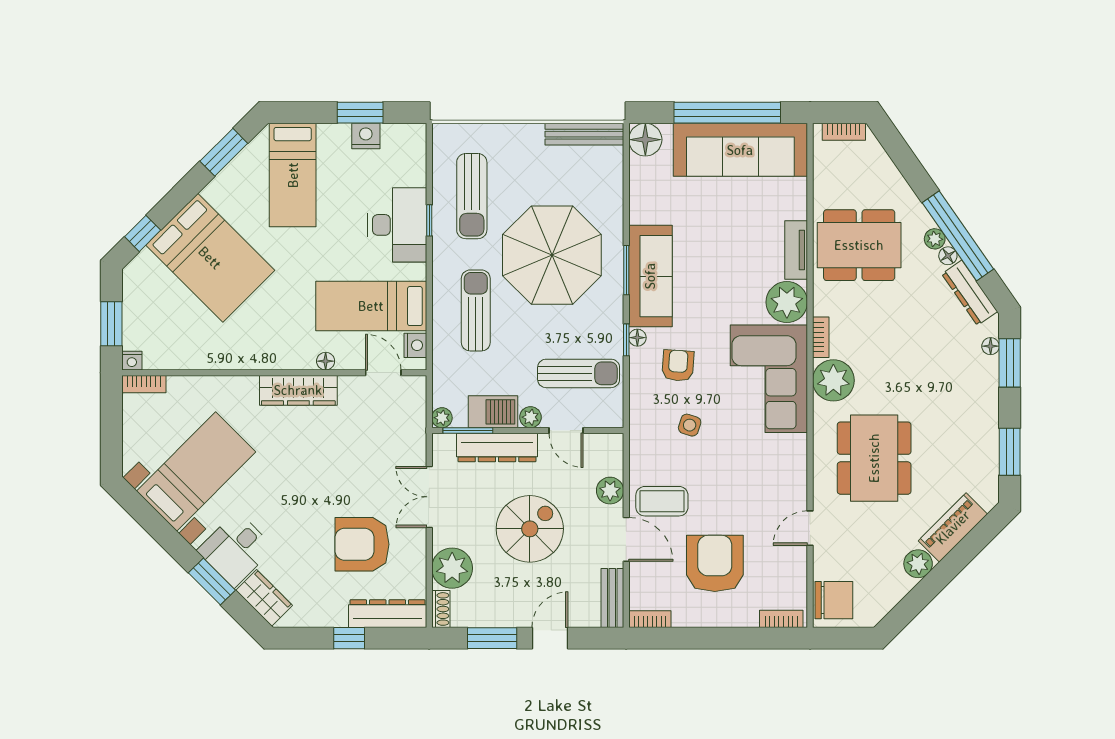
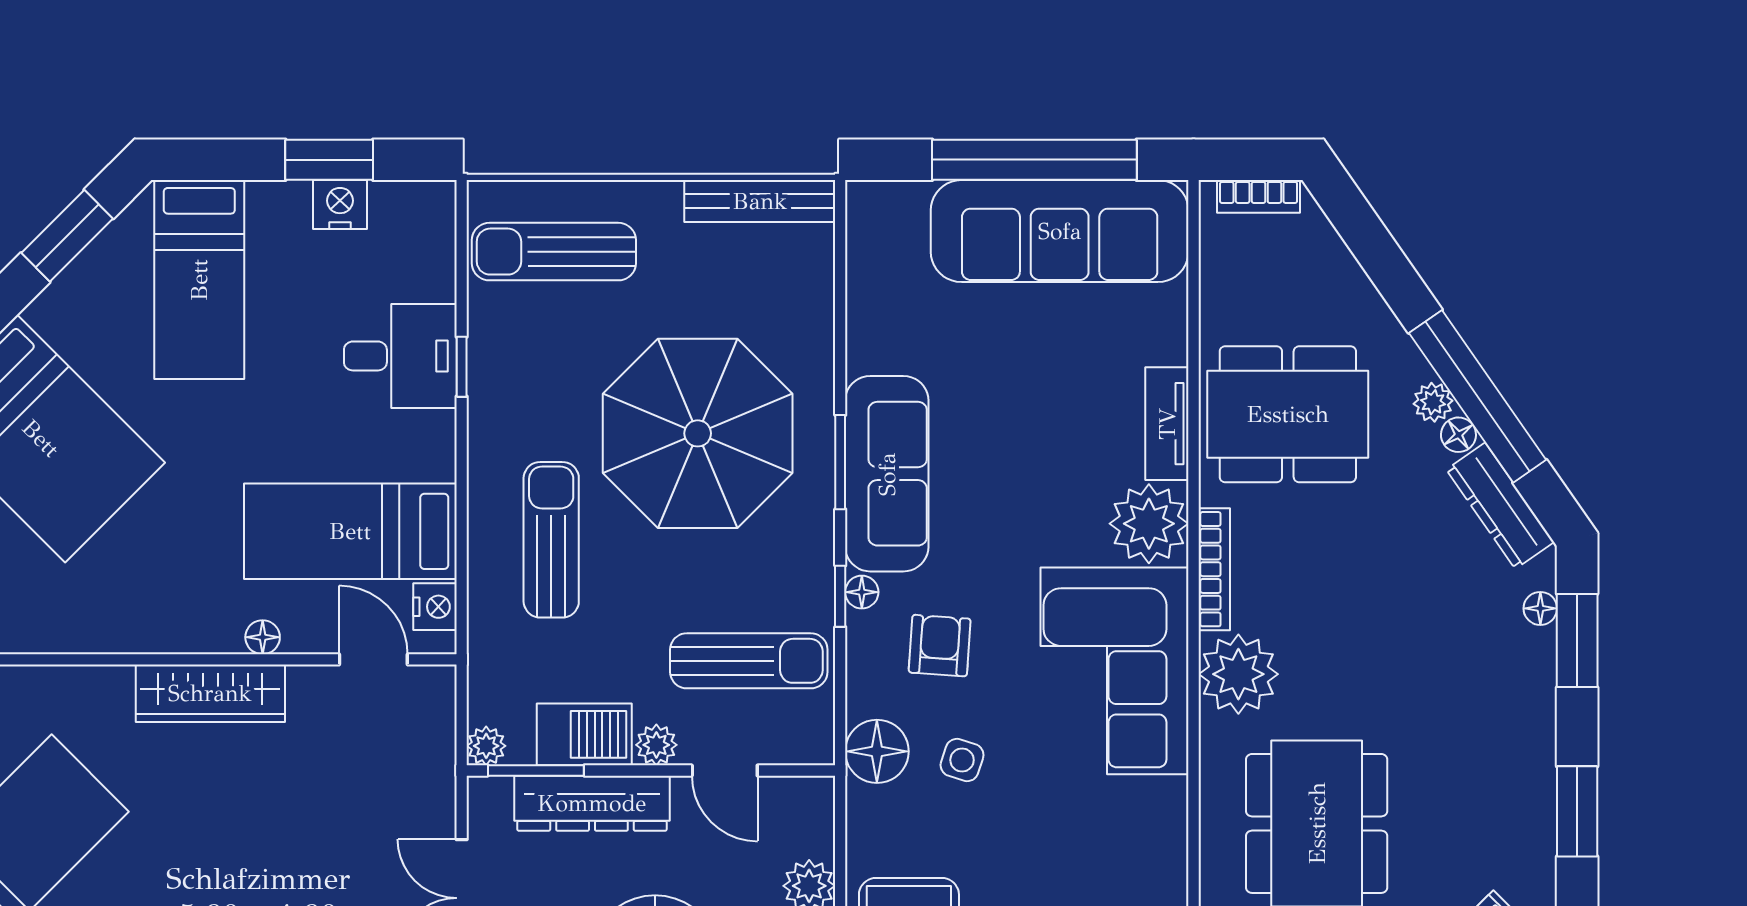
floor lamp: (645, 140) -> (877, 751), moved
sun lounger: (472, 196) -> (554, 252), moved, turned 90
desk: (397, 225) -> (400, 356), width x0.73
bookcase: (821, 337) -> (1214, 569), width x1.56

